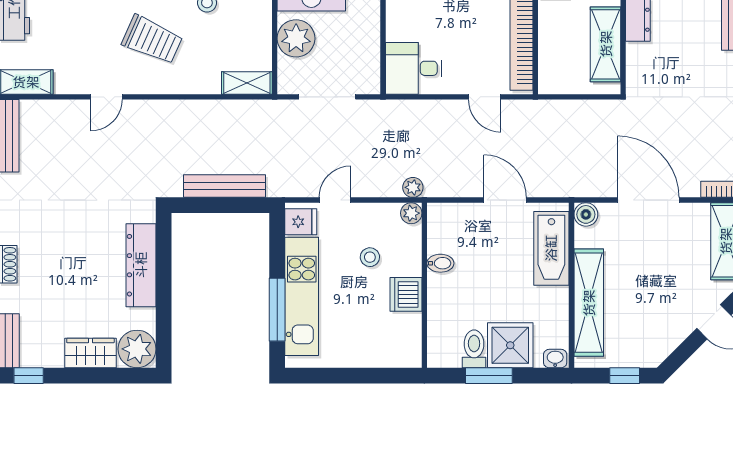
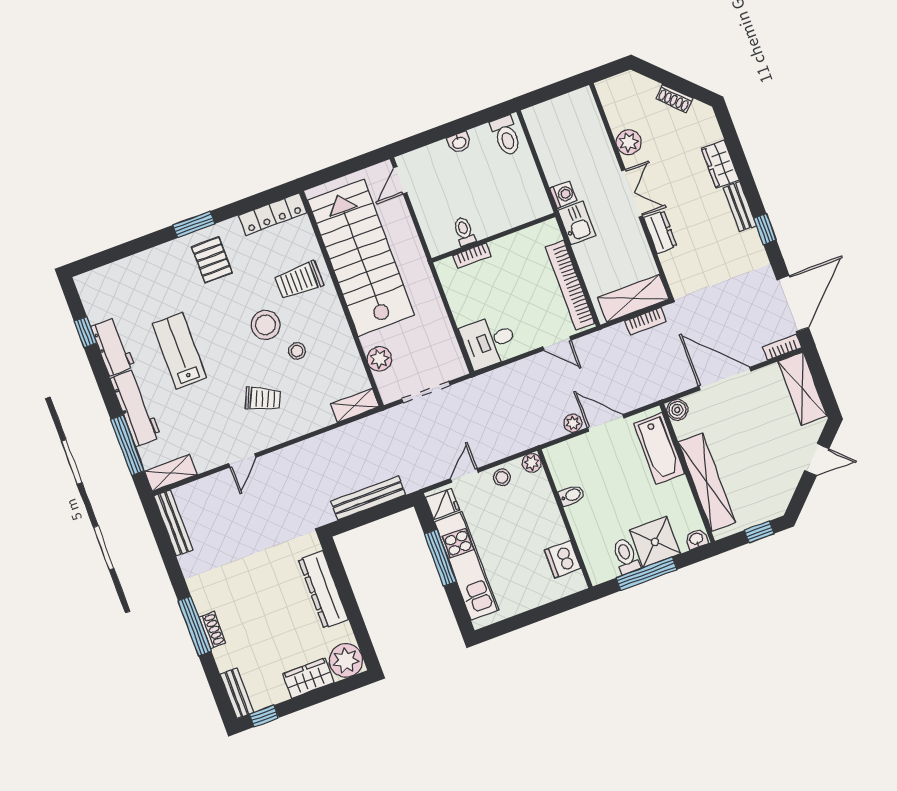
plant: (296, 38) -> (379, 359), width x0.73, depth x0.73
trolley: (152, 40) -> (263, 399), width x0.73, depth x0.72
shelving: (606, 44) -> (633, 298), moved, turned 90
bookcase: (587, 108) -> (645, 321), added
plant: (413, 187) -> (573, 423), moved
stool: (370, 257) -> (502, 477), moved
dishwasher: (406, 294) -> (563, 559), moved
window: (277, 310) -> (440, 558), moved
window: (489, 376) -> (646, 574), width x1.44

